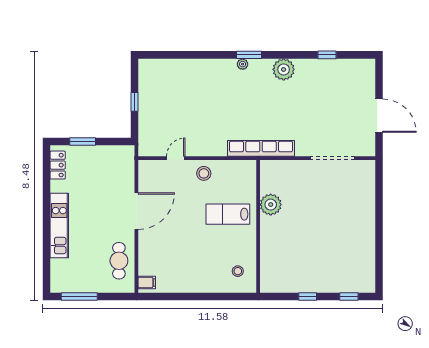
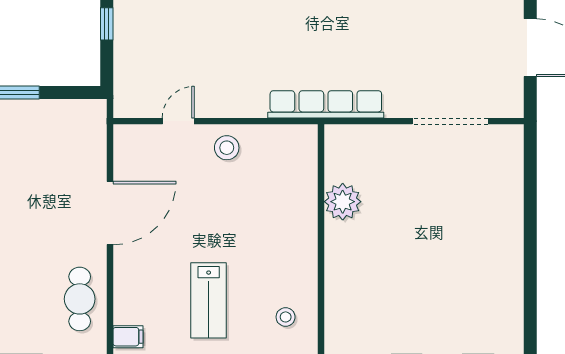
lab bench: (228, 214) -> (209, 300), moved, turned -90

